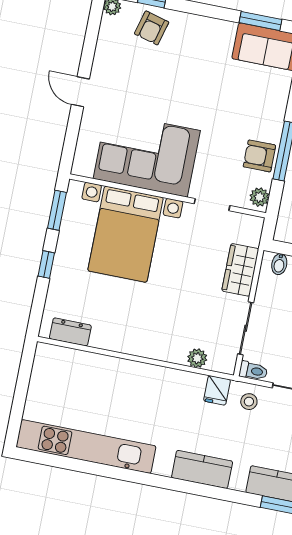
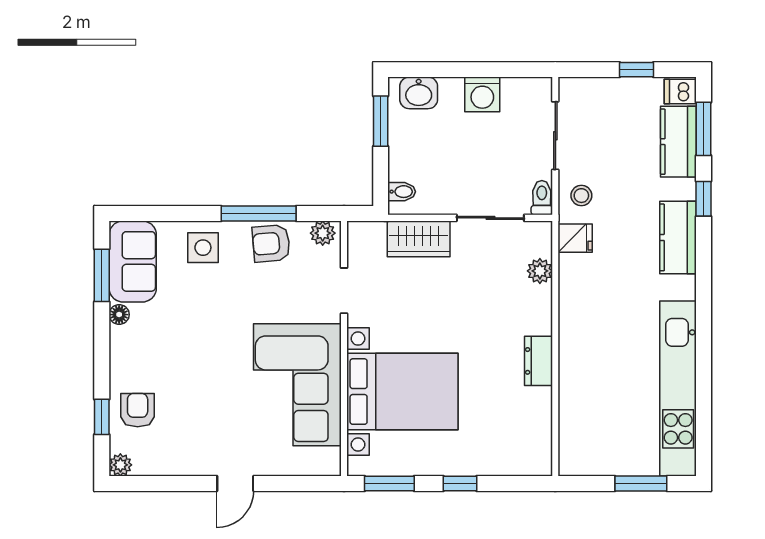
armchair: (152, 28) -> (138, 410), turned -105
floor lamp: (228, 28) -> (119, 315), added
side table: (267, 103) -> (203, 248), added
armchair: (259, 156) -> (271, 243), turned 85
dresser: (70, 332) -> (538, 361), moved
window: (19, 403) -> (641, 483), added
window: (228, 495) -> (704, 199), added

